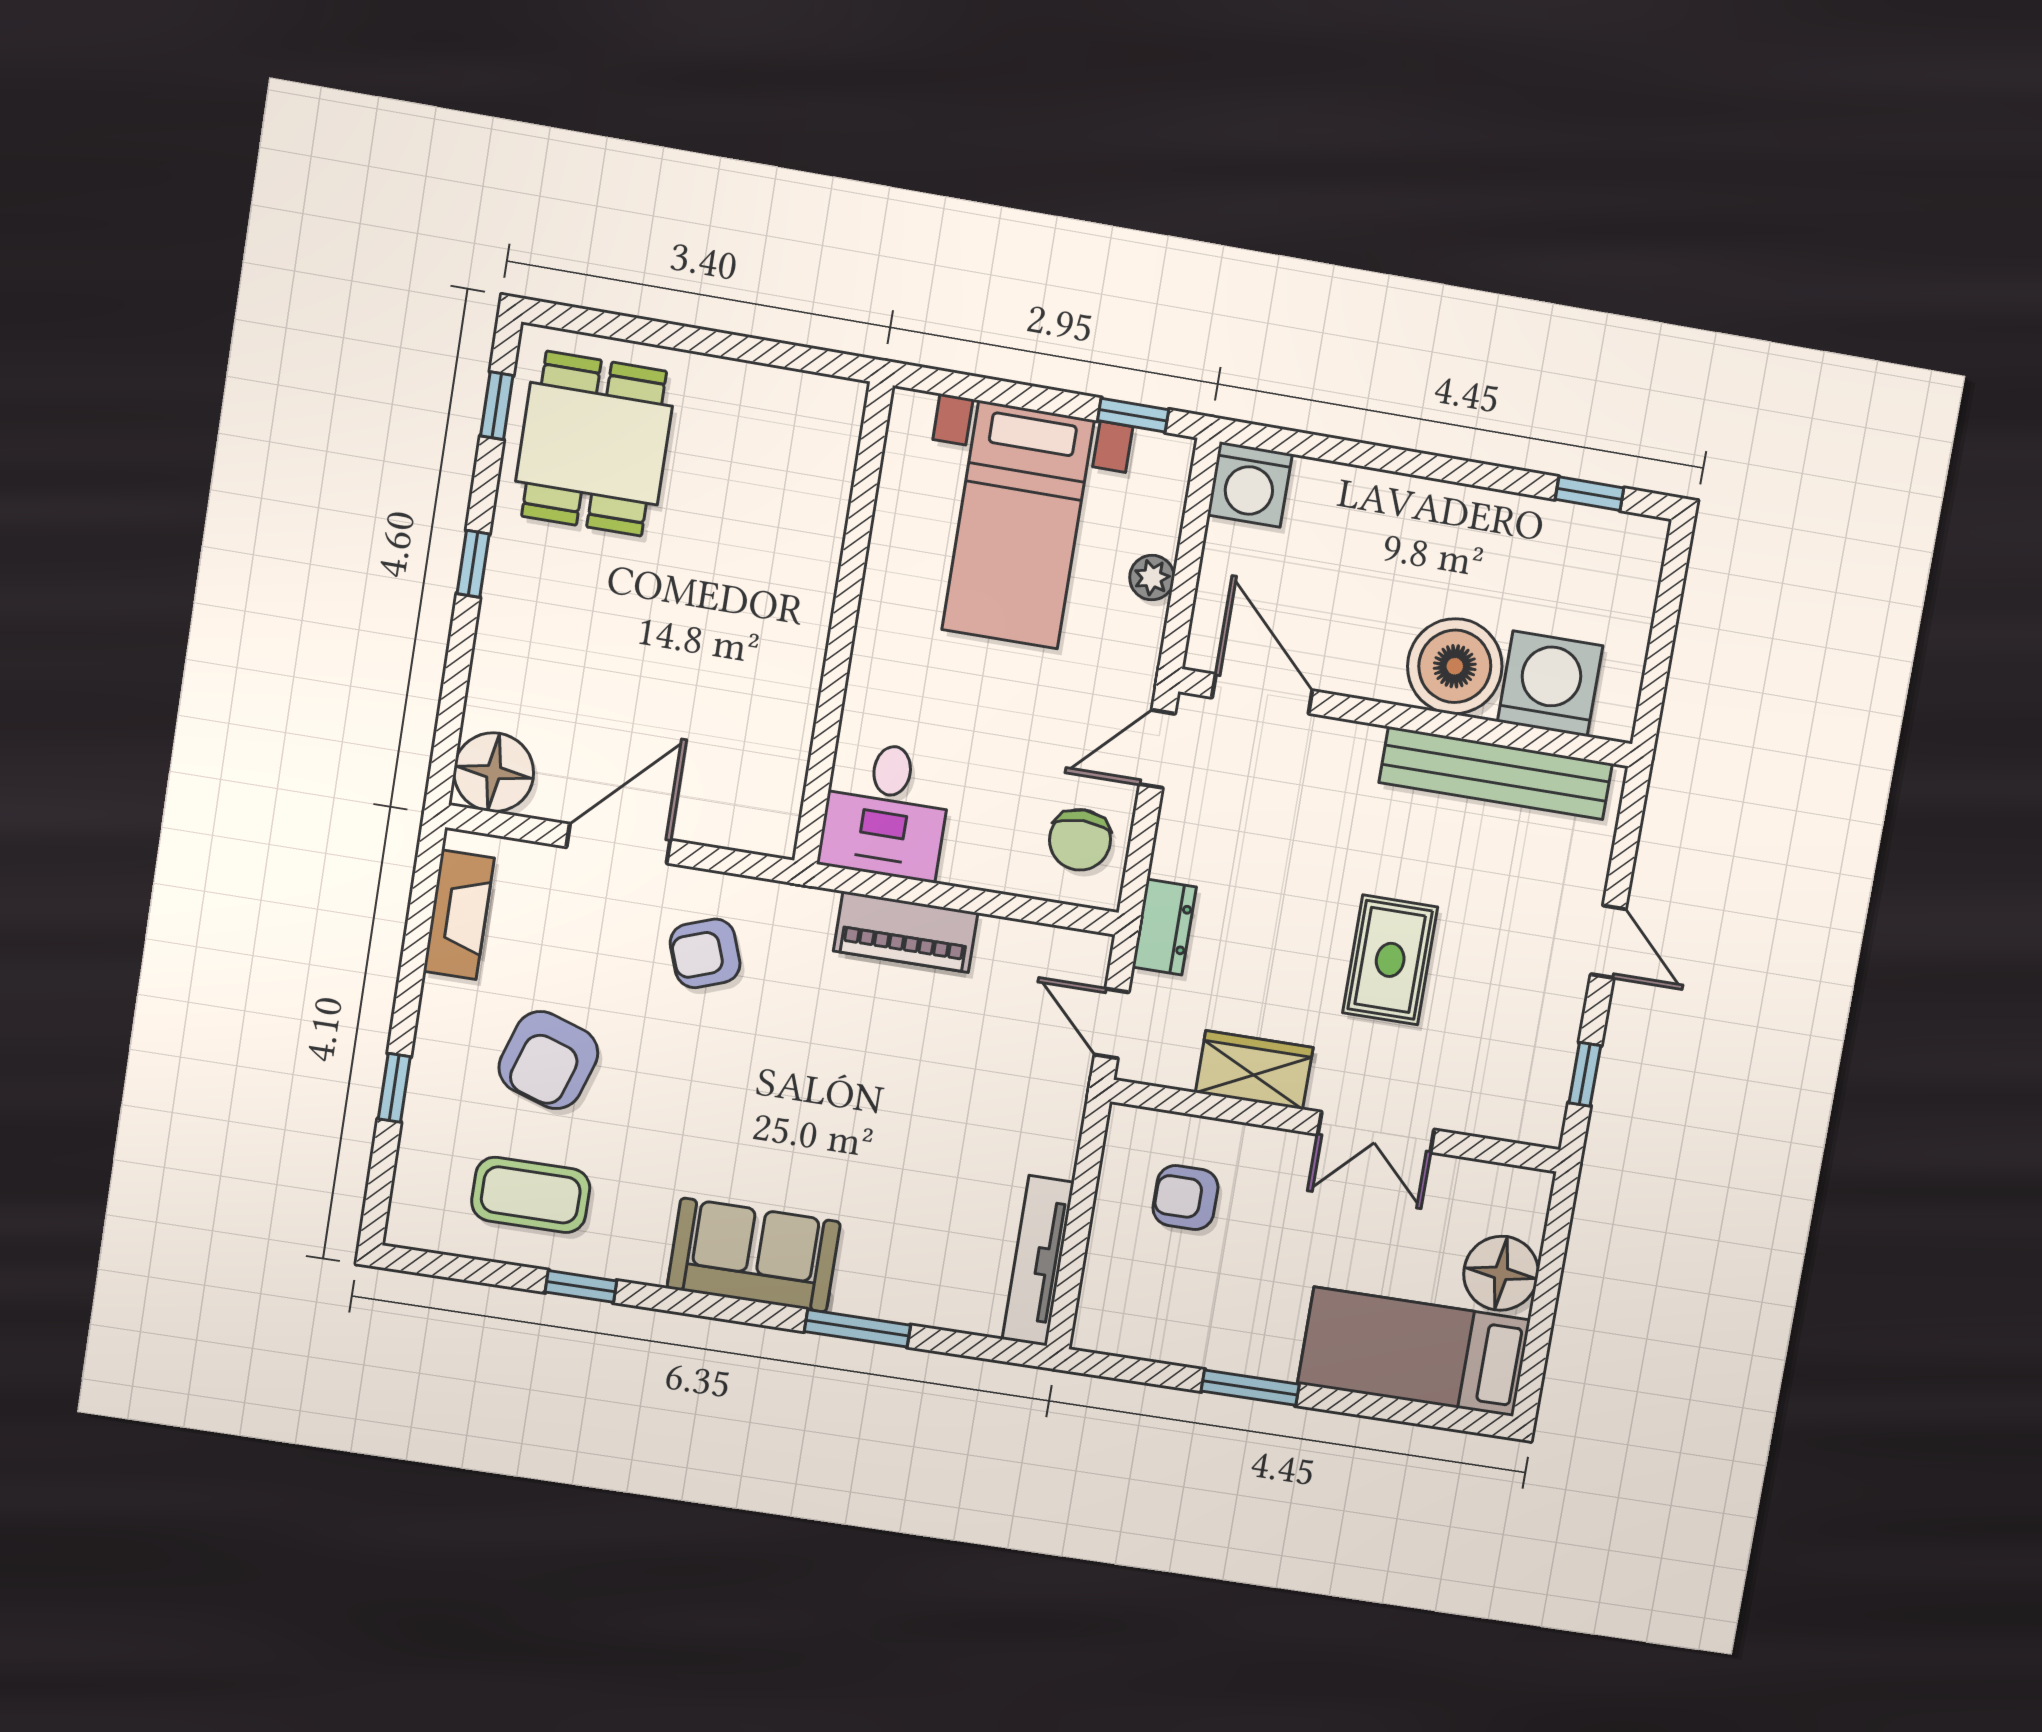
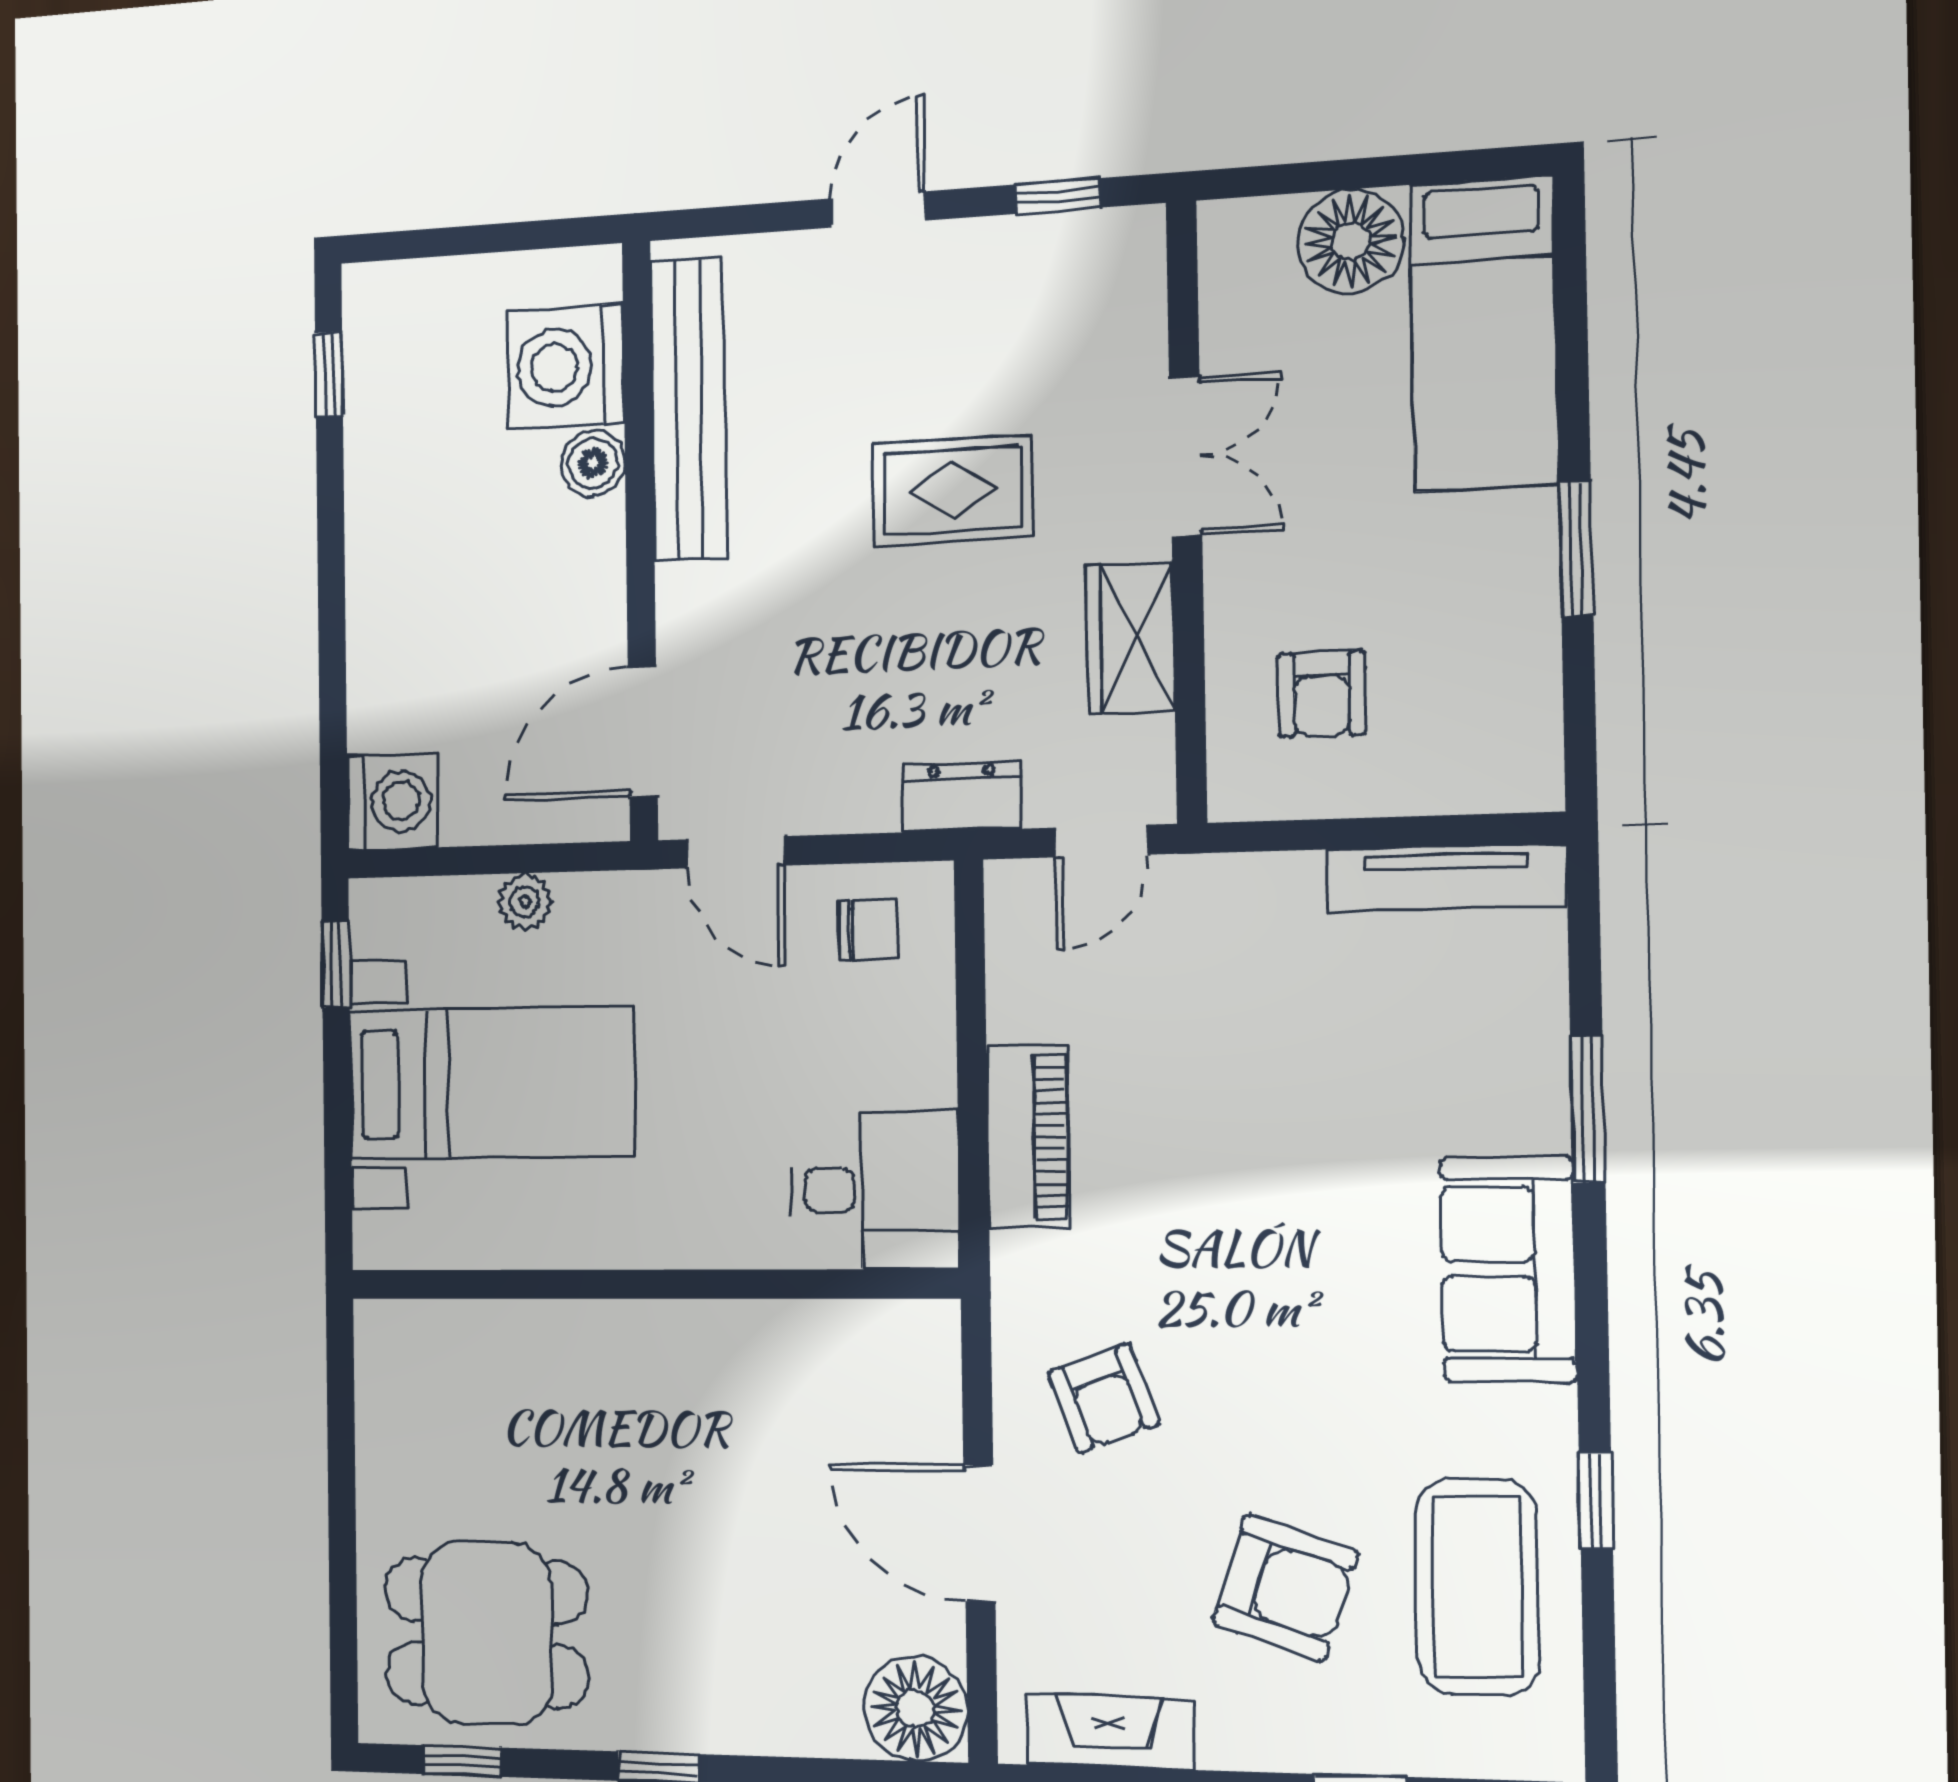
boiler: (1455, 666) -> (593, 463), width x0.54, depth x0.54
chair: (1080, 840) -> (868, 930), width x0.73, depth x0.73
coffee table: (531, 1195) -> (1477, 1587), width x1.36, depth x1.32

